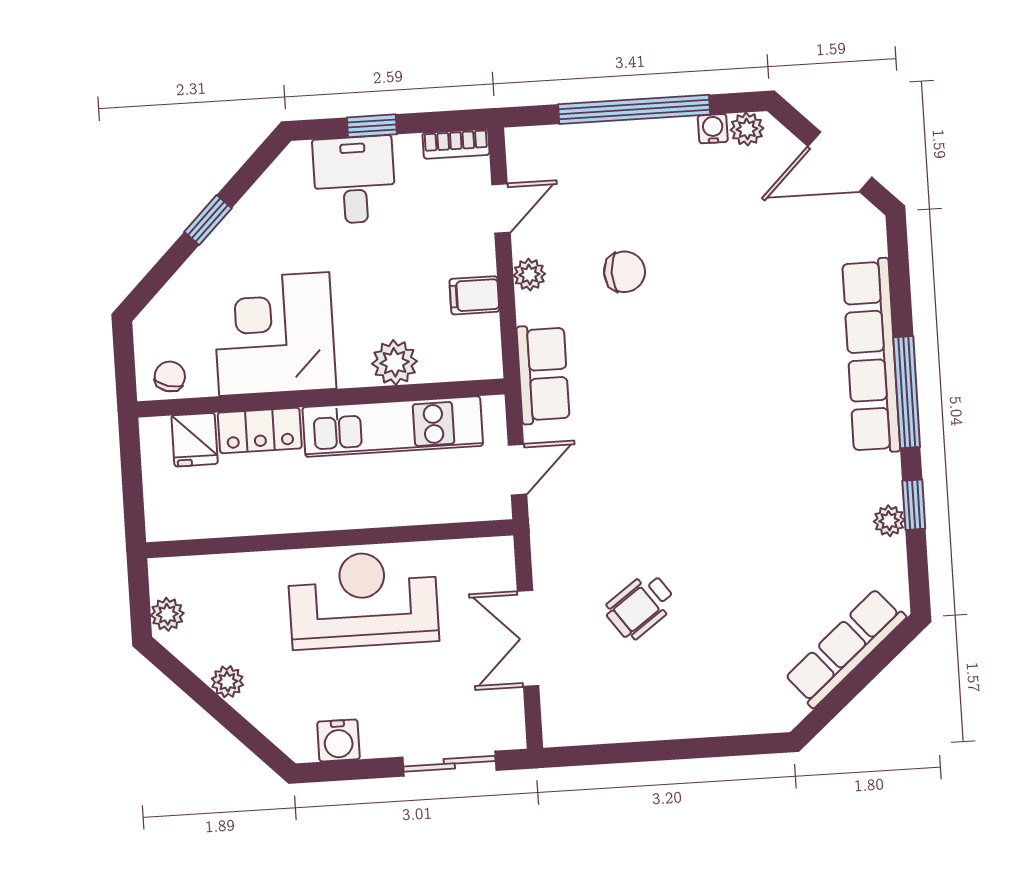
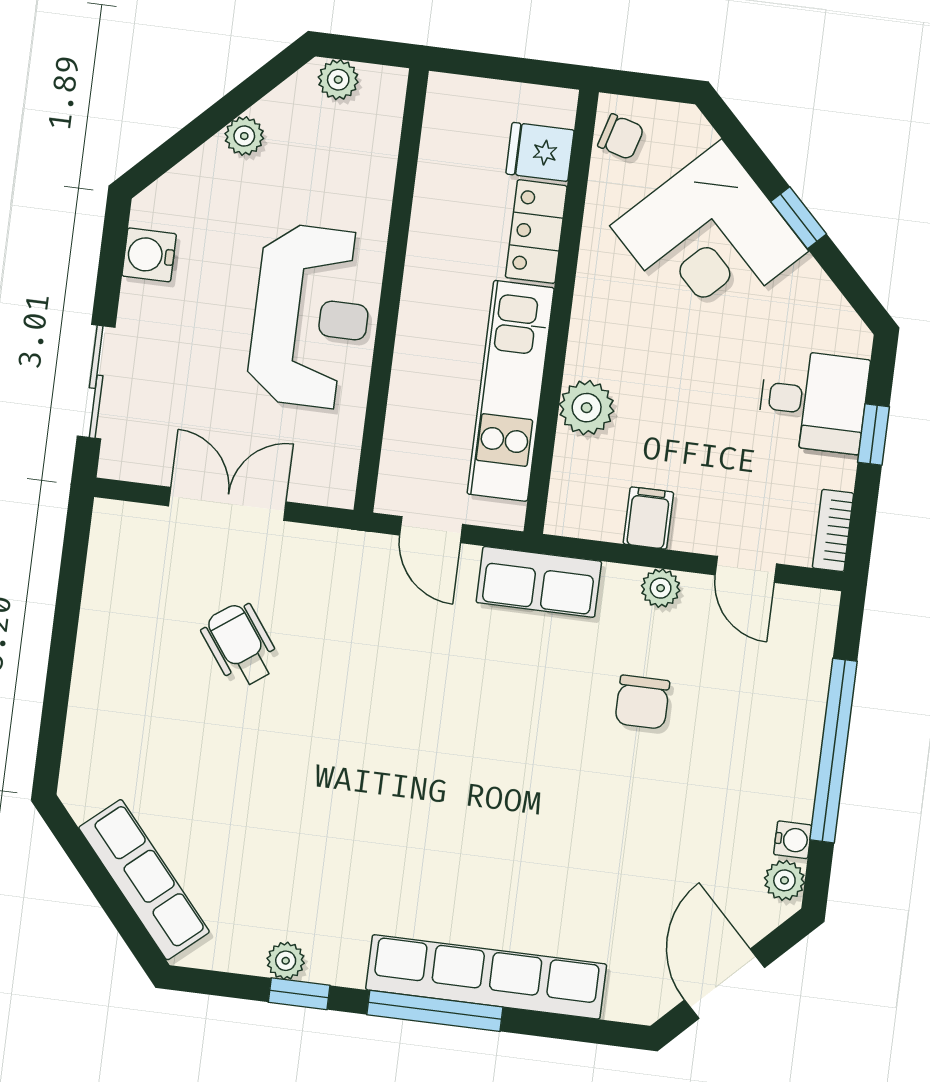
corner desk: (274, 334) -> (709, 238), moved, turned 135

